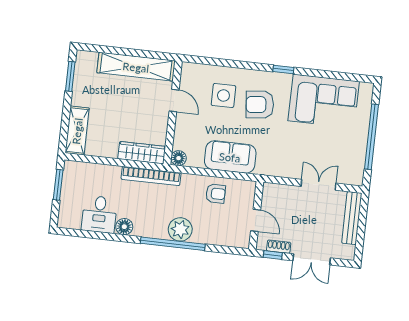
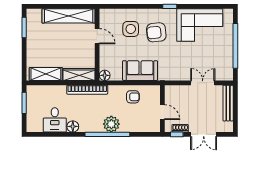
shelving: (77, 131) -> (46, 74), moved, turned 90

